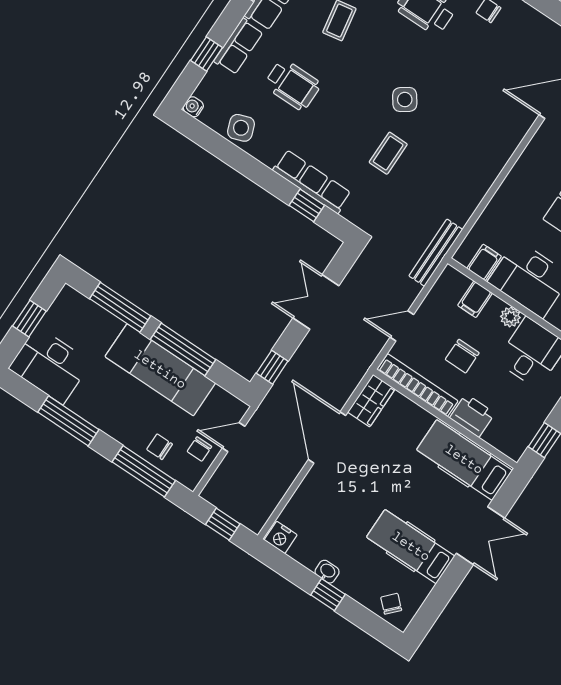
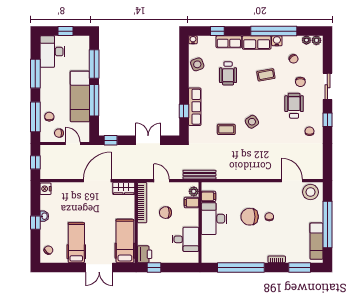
plant: (510, 317) -> (194, 191), moved
printer: (472, 416) -> (145, 254), moved

